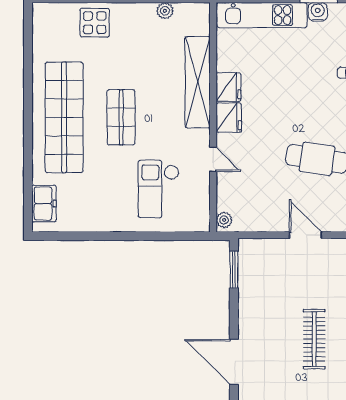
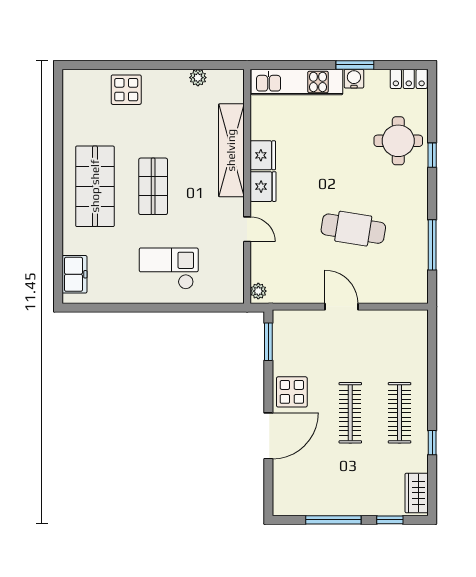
shop shelf: (64, 117) -> (95, 186), width x0.71
checkout: (158, 189) -> (169, 269), moved, turned 90
display table: (257, 319) -> (292, 392), added
door: (234, 362) -> (268, 436), swing flipped

